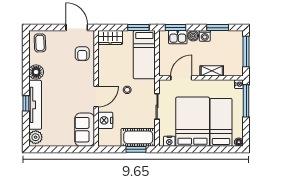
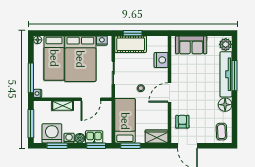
washing machine: (223, 41) -> (52, 133), added
door: (96, 97) -> (170, 92), moved
window: (26, 103) -> (235, 76), width x2.17
sofa: (85, 130) -> (191, 45), moved, turned 90

